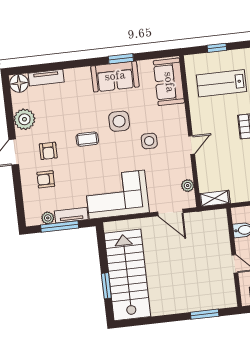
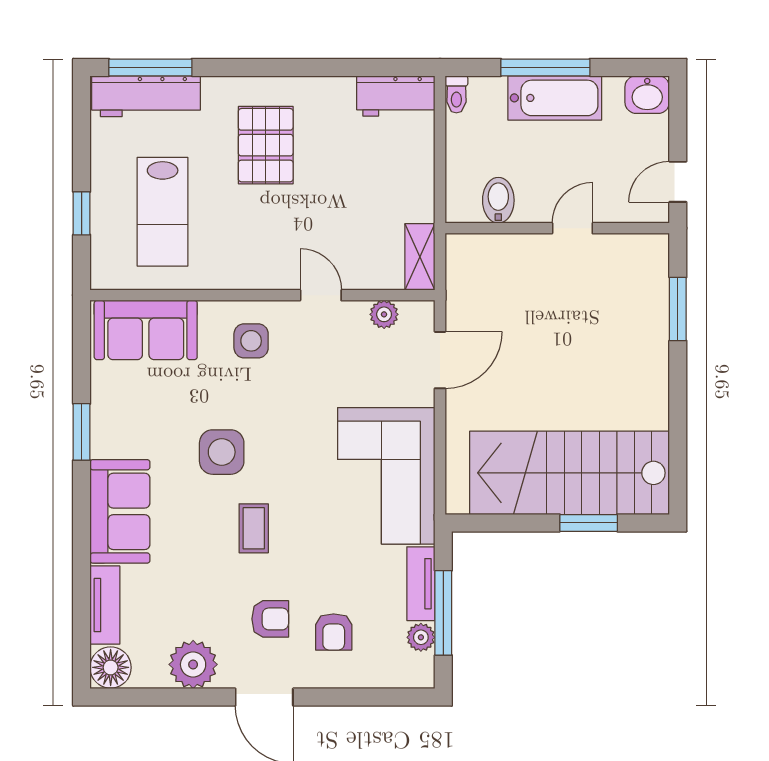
sofa: (115, 76) -> (120, 511), moved
side table: (149, 141) -> (251, 341), moved
door: (192, 145) -> (321, 295), moved

